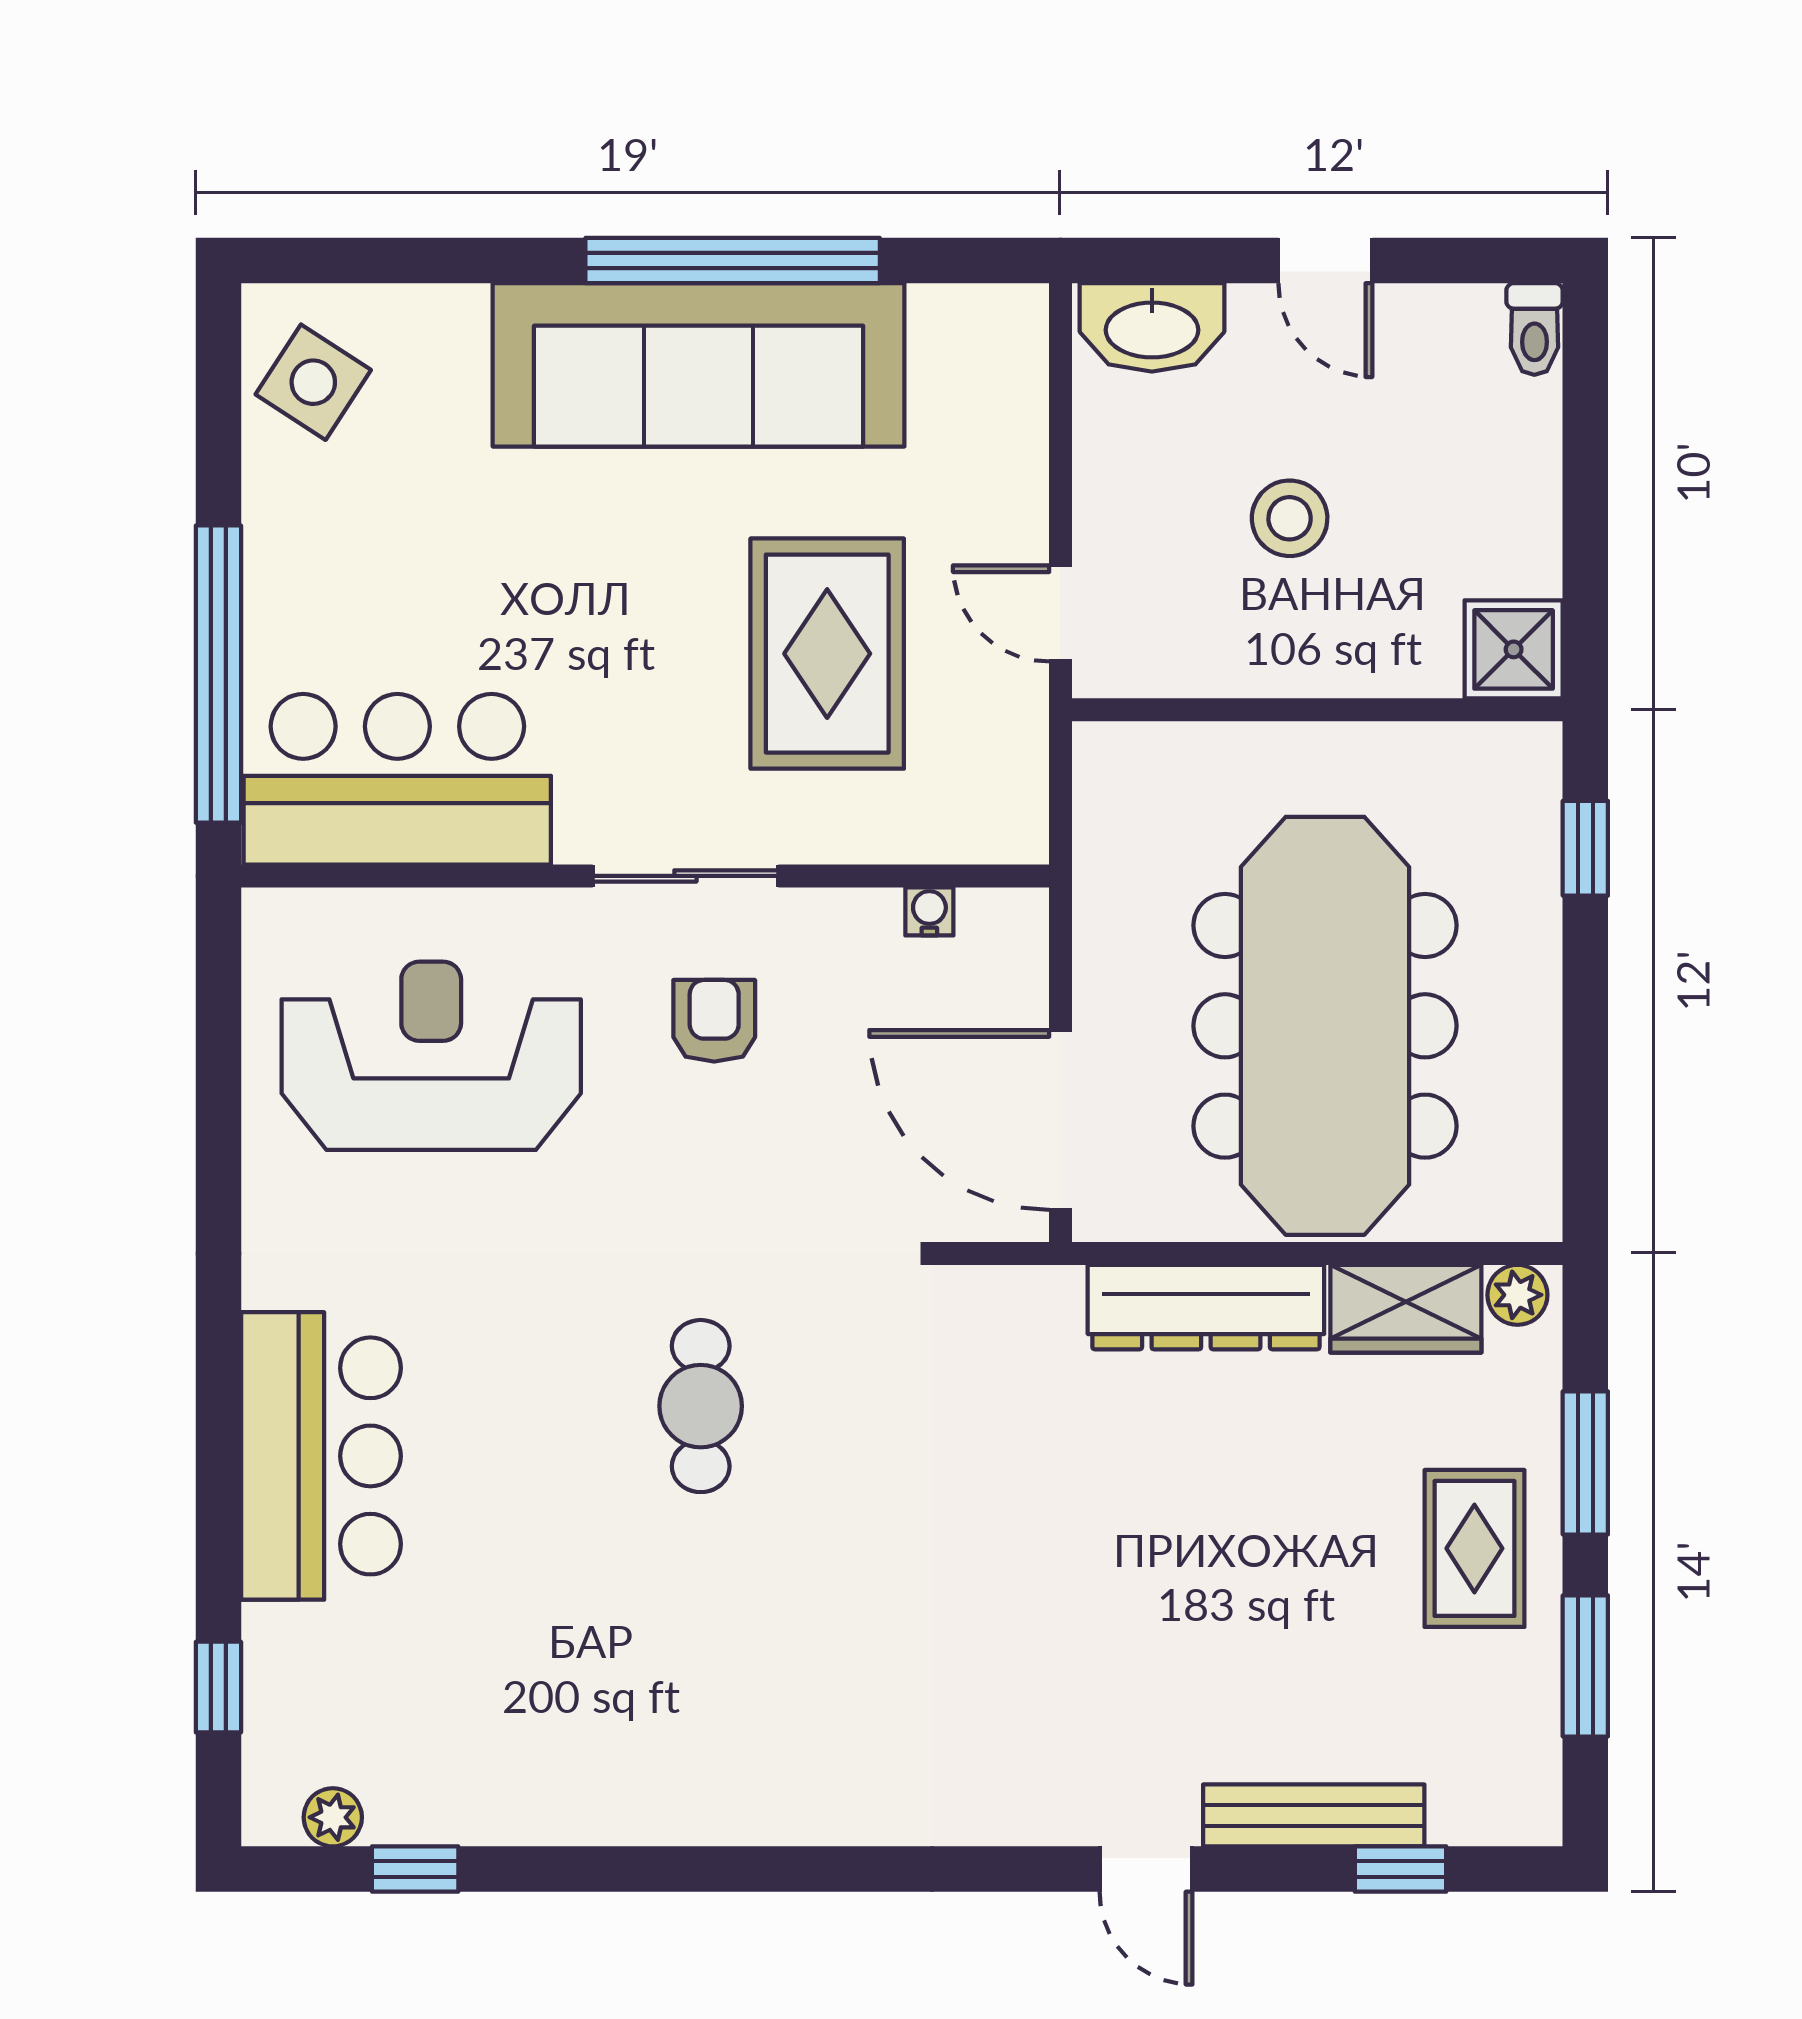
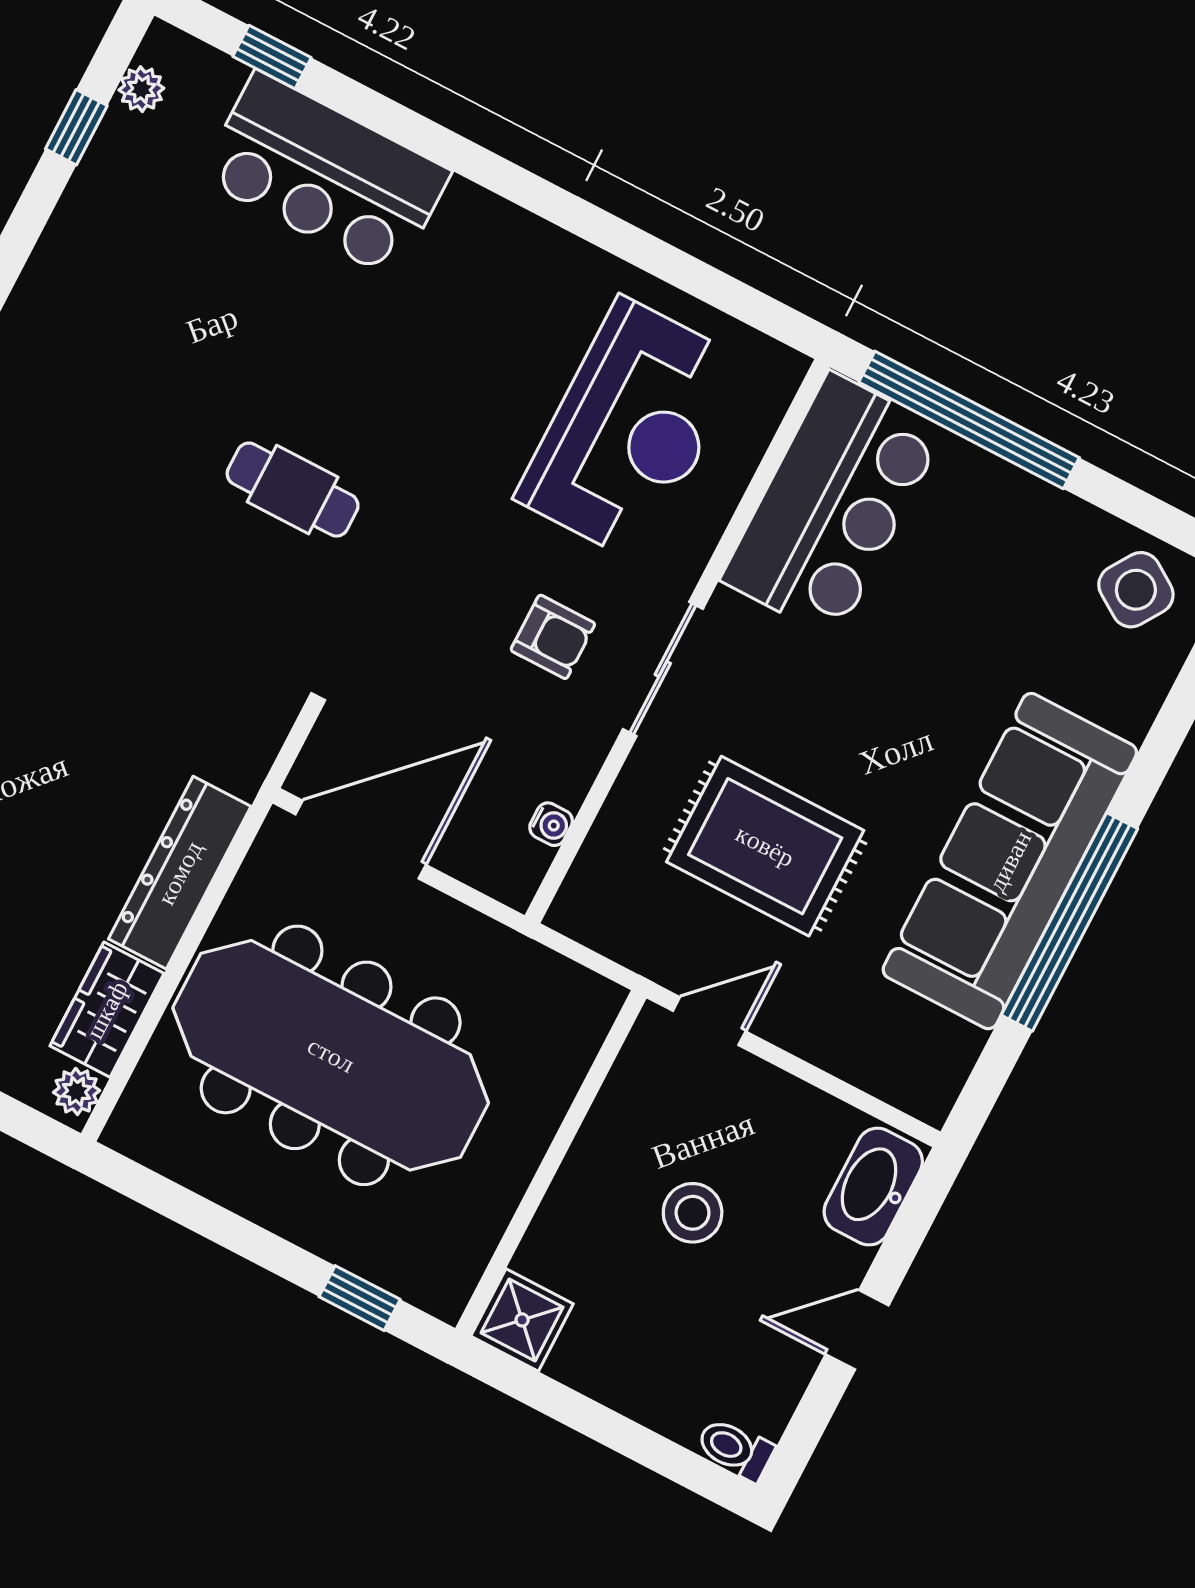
bar counter: (321, 1456) -> (325, 175), moved

